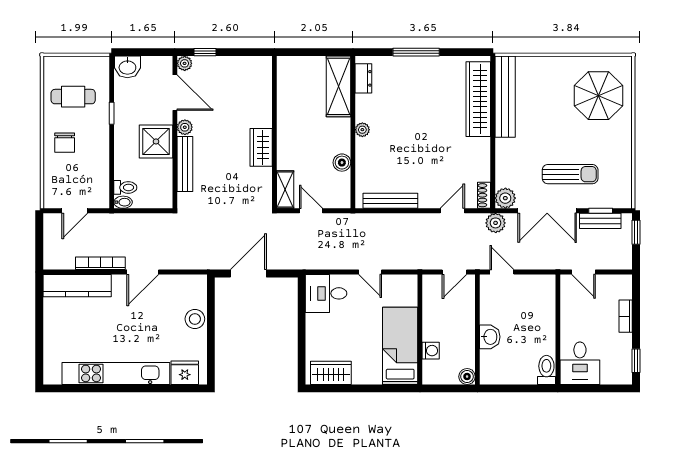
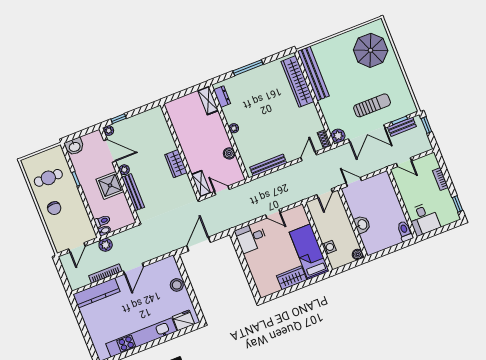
shelving: (338, 86) -> (208, 101), width x0.67, depth x0.75
plant: (496, 223) -> (106, 245), moved
wardrobe: (331, 373) -> (292, 278), moved

